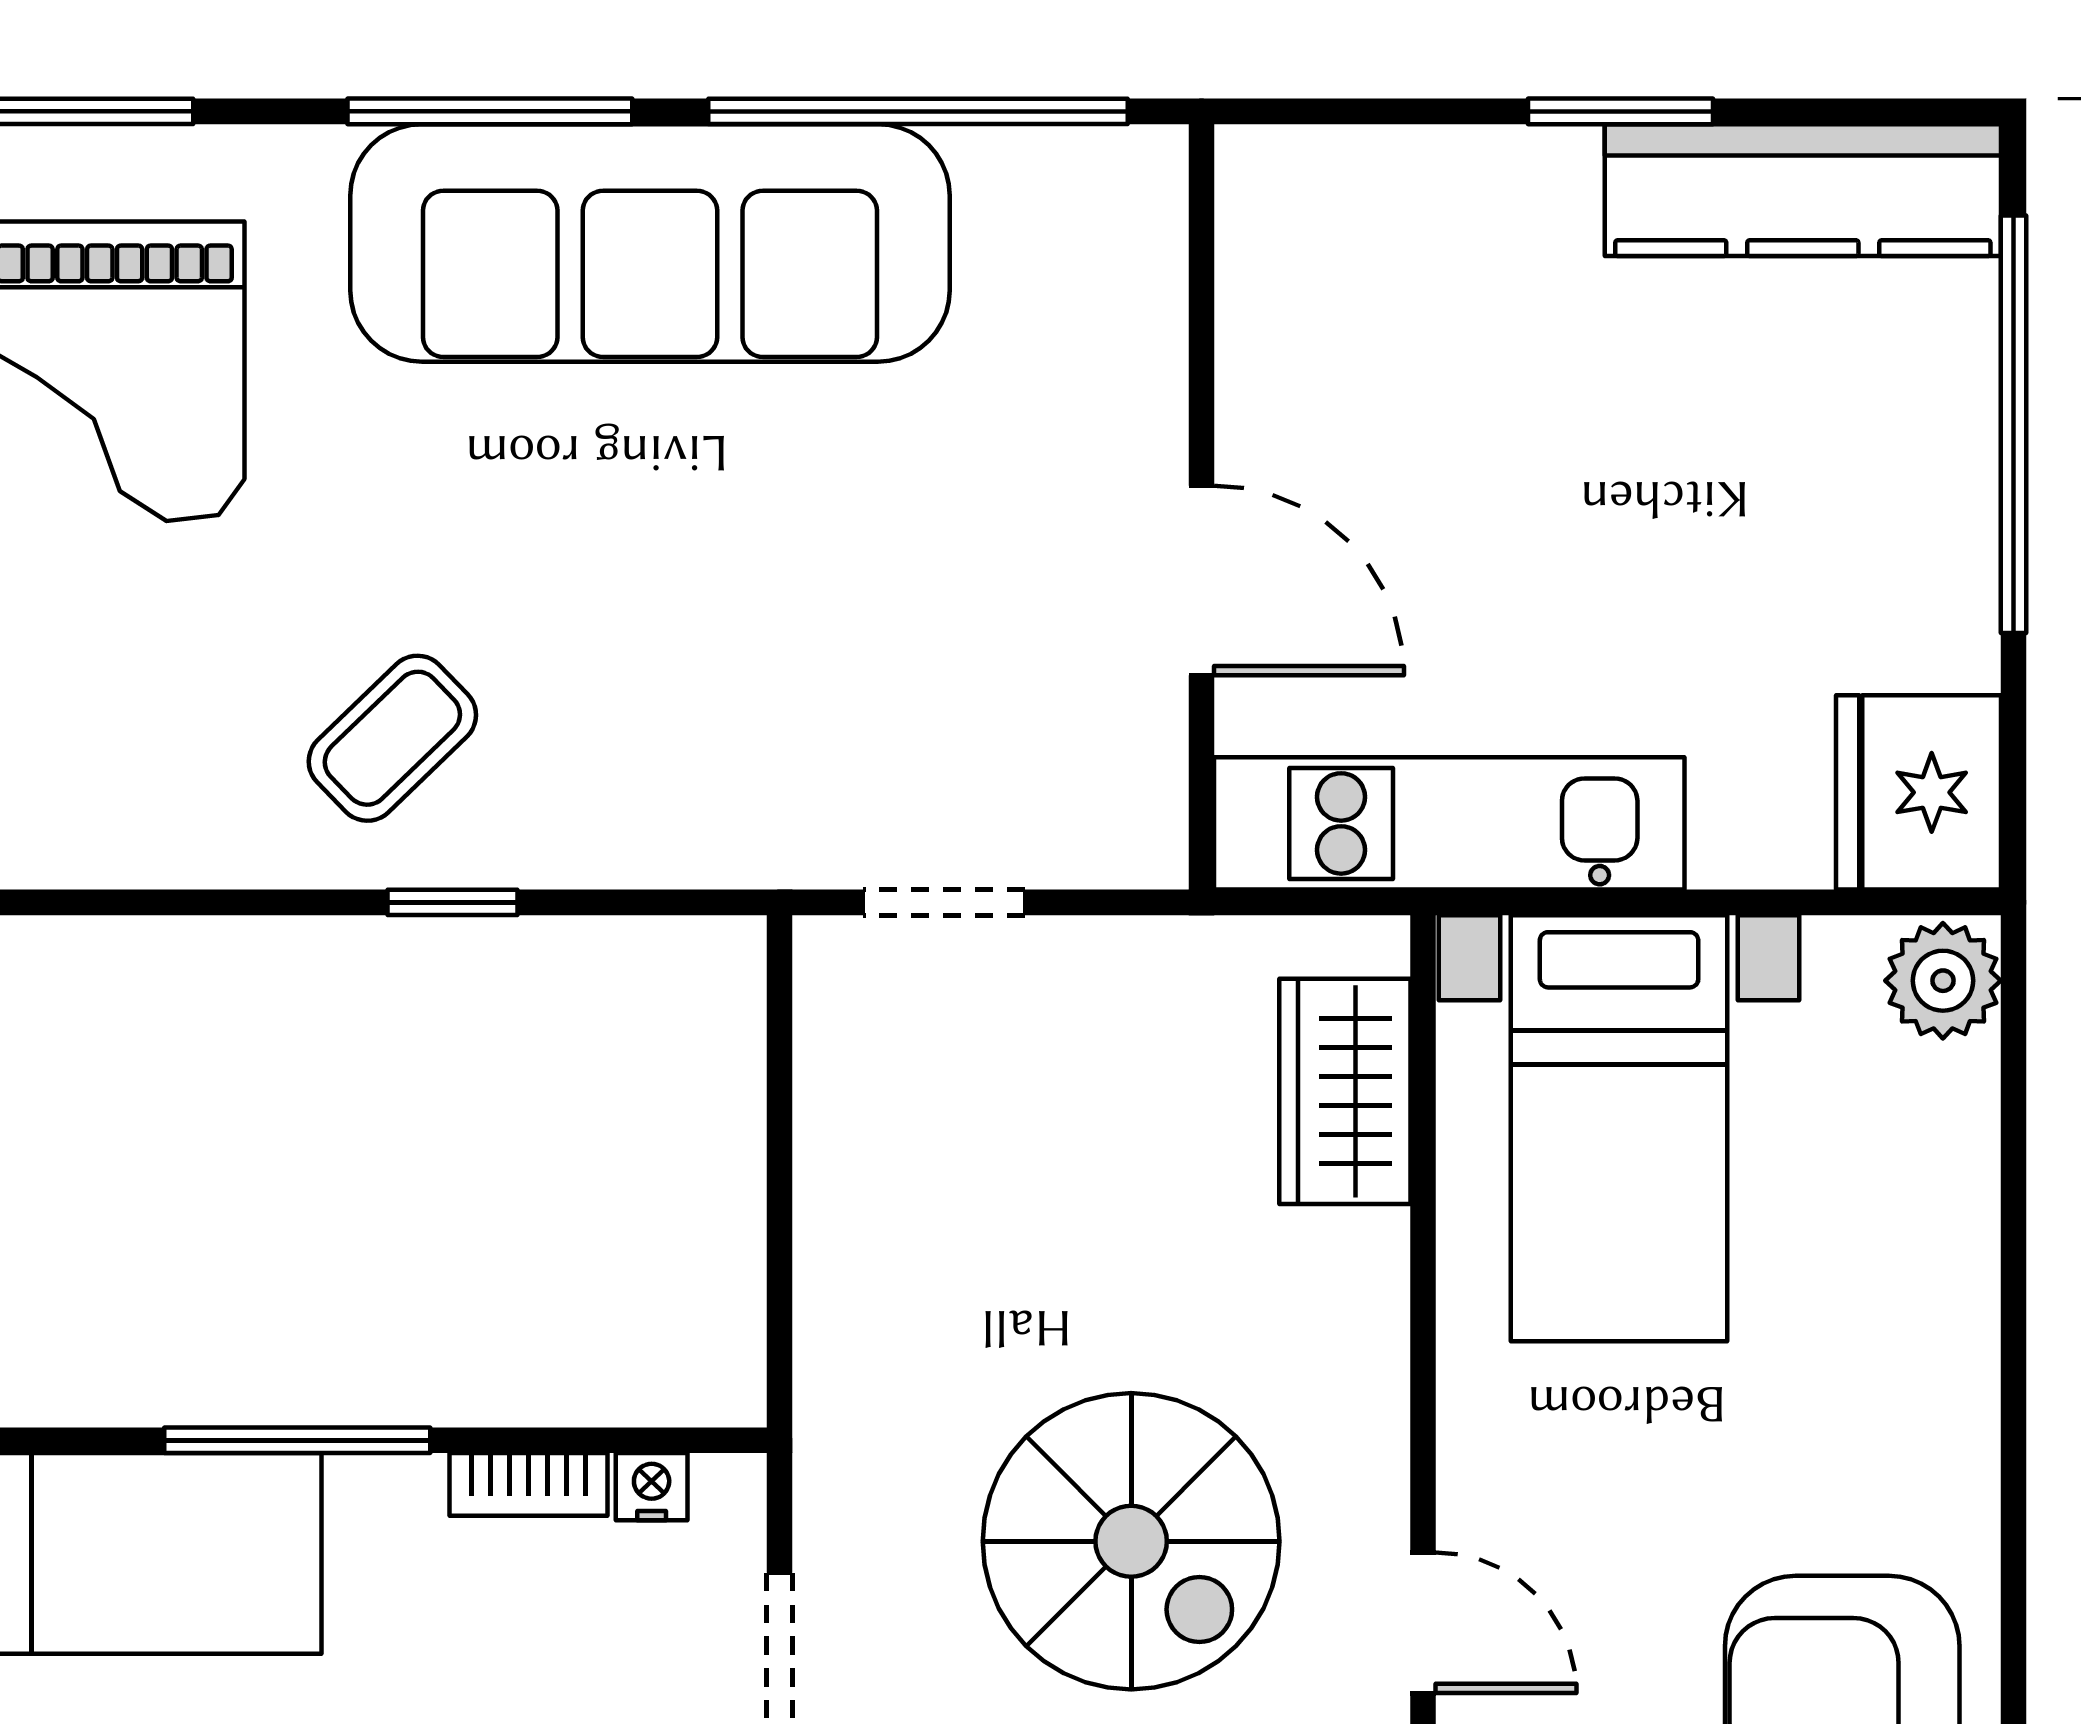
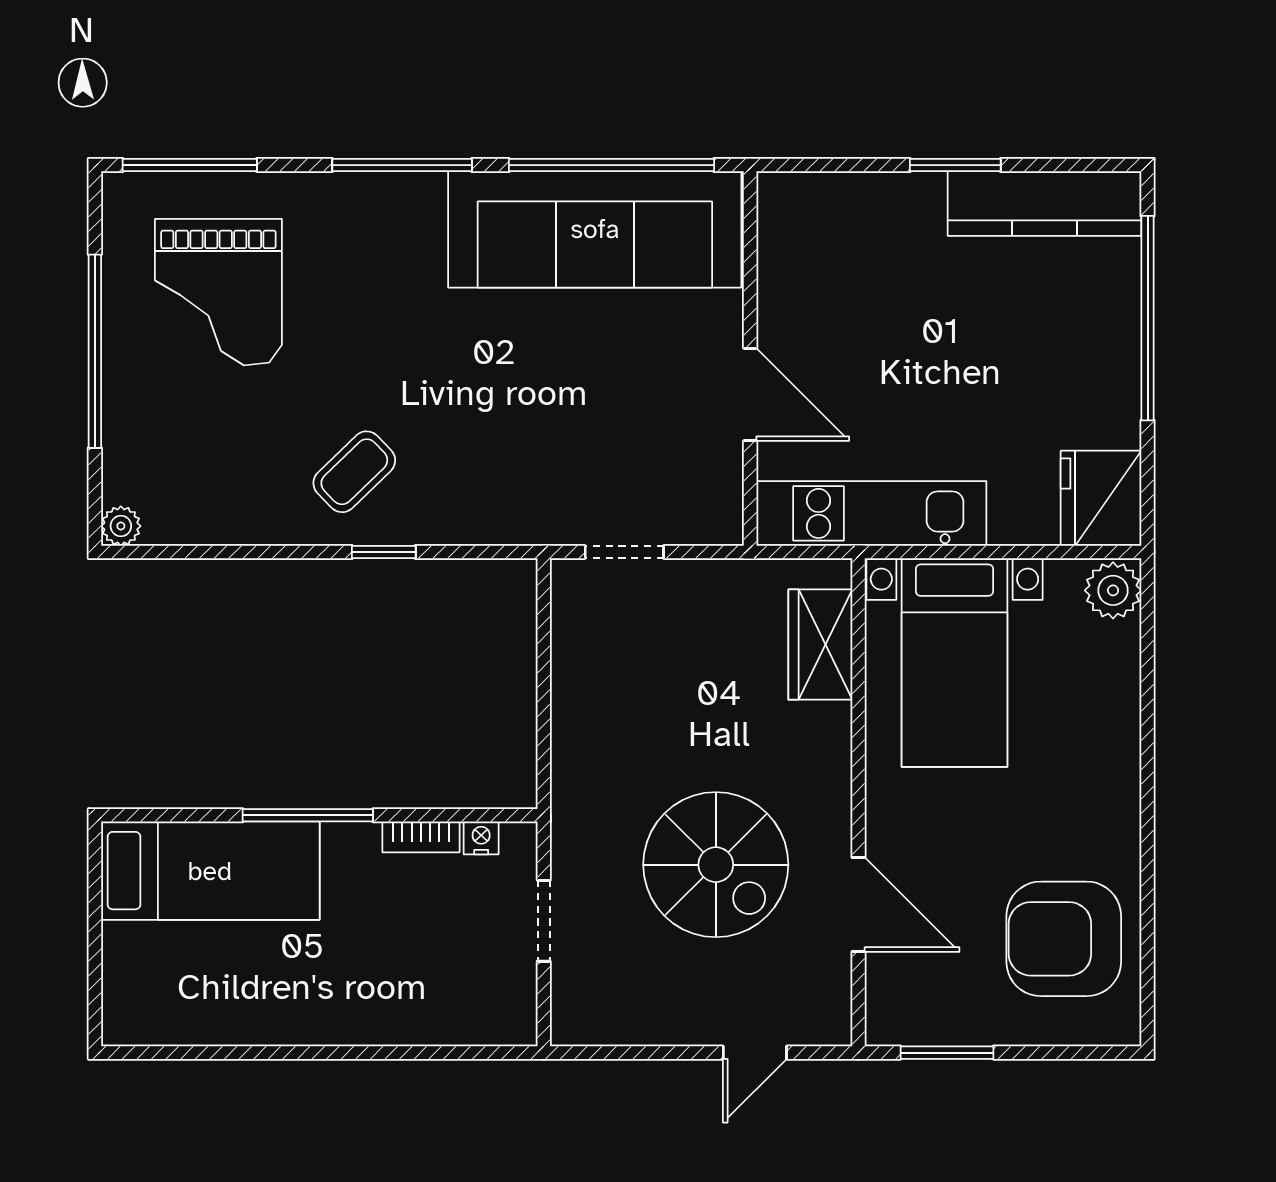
sofa: (650, 243) -> (595, 229), moved
door: (1423, 1623) -> (859, 904), width x1.38

